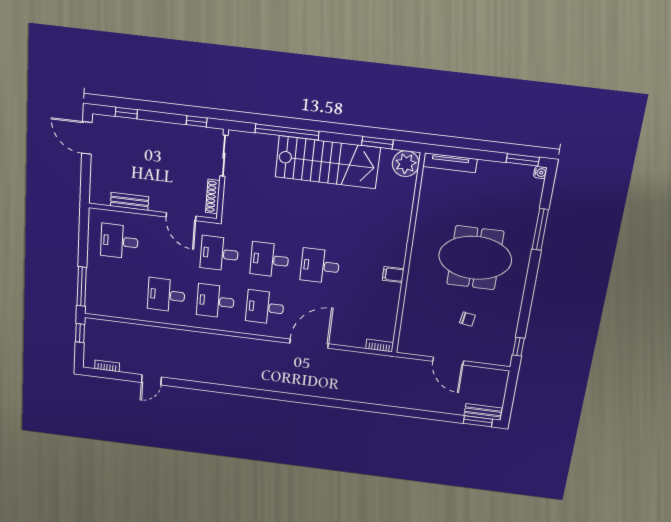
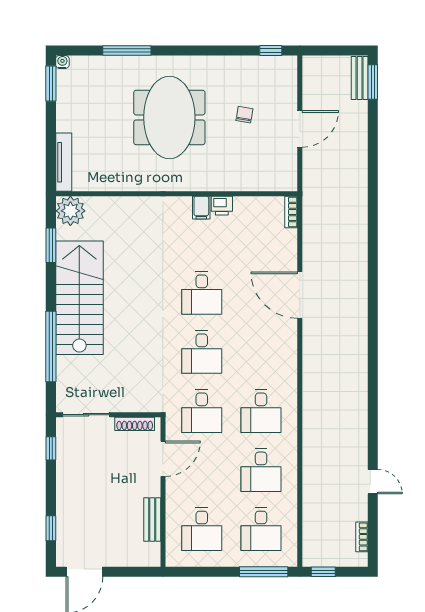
printer: (393, 291) -> (222, 206), added
desk: (265, 307) -> (261, 529), moved

